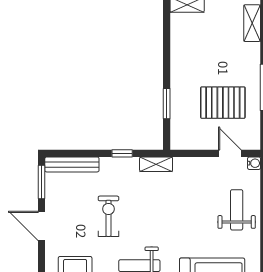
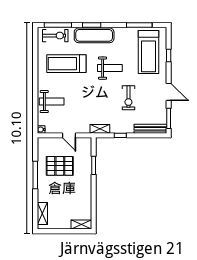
door: (230, 153) -> (69, 135), moved
weight bench: (237, 210) -> (52, 102), turned -90

